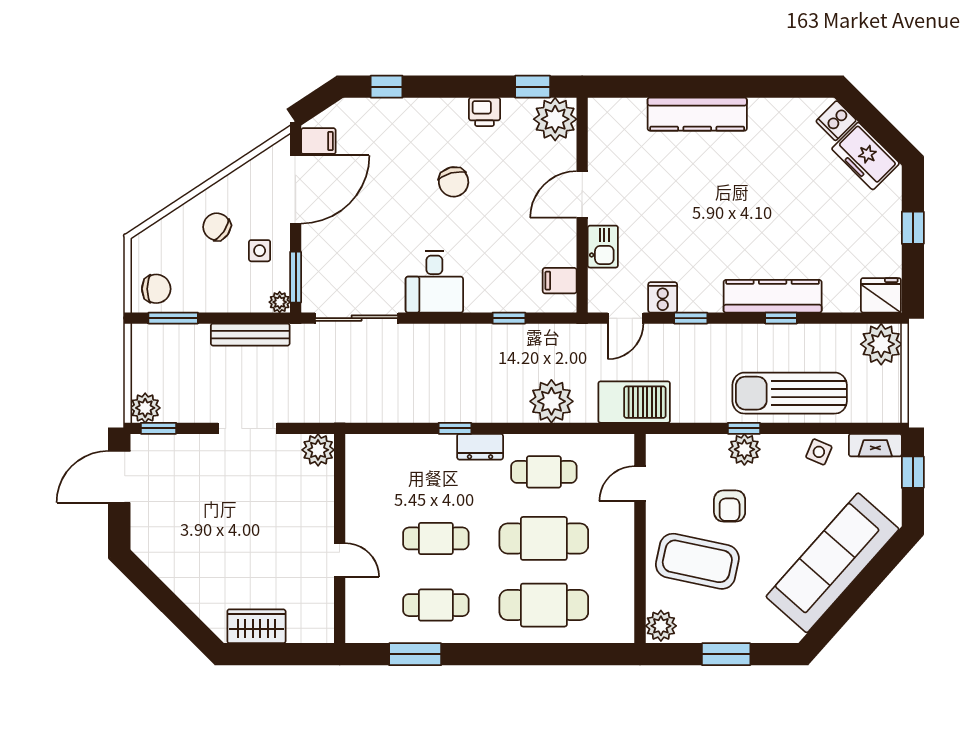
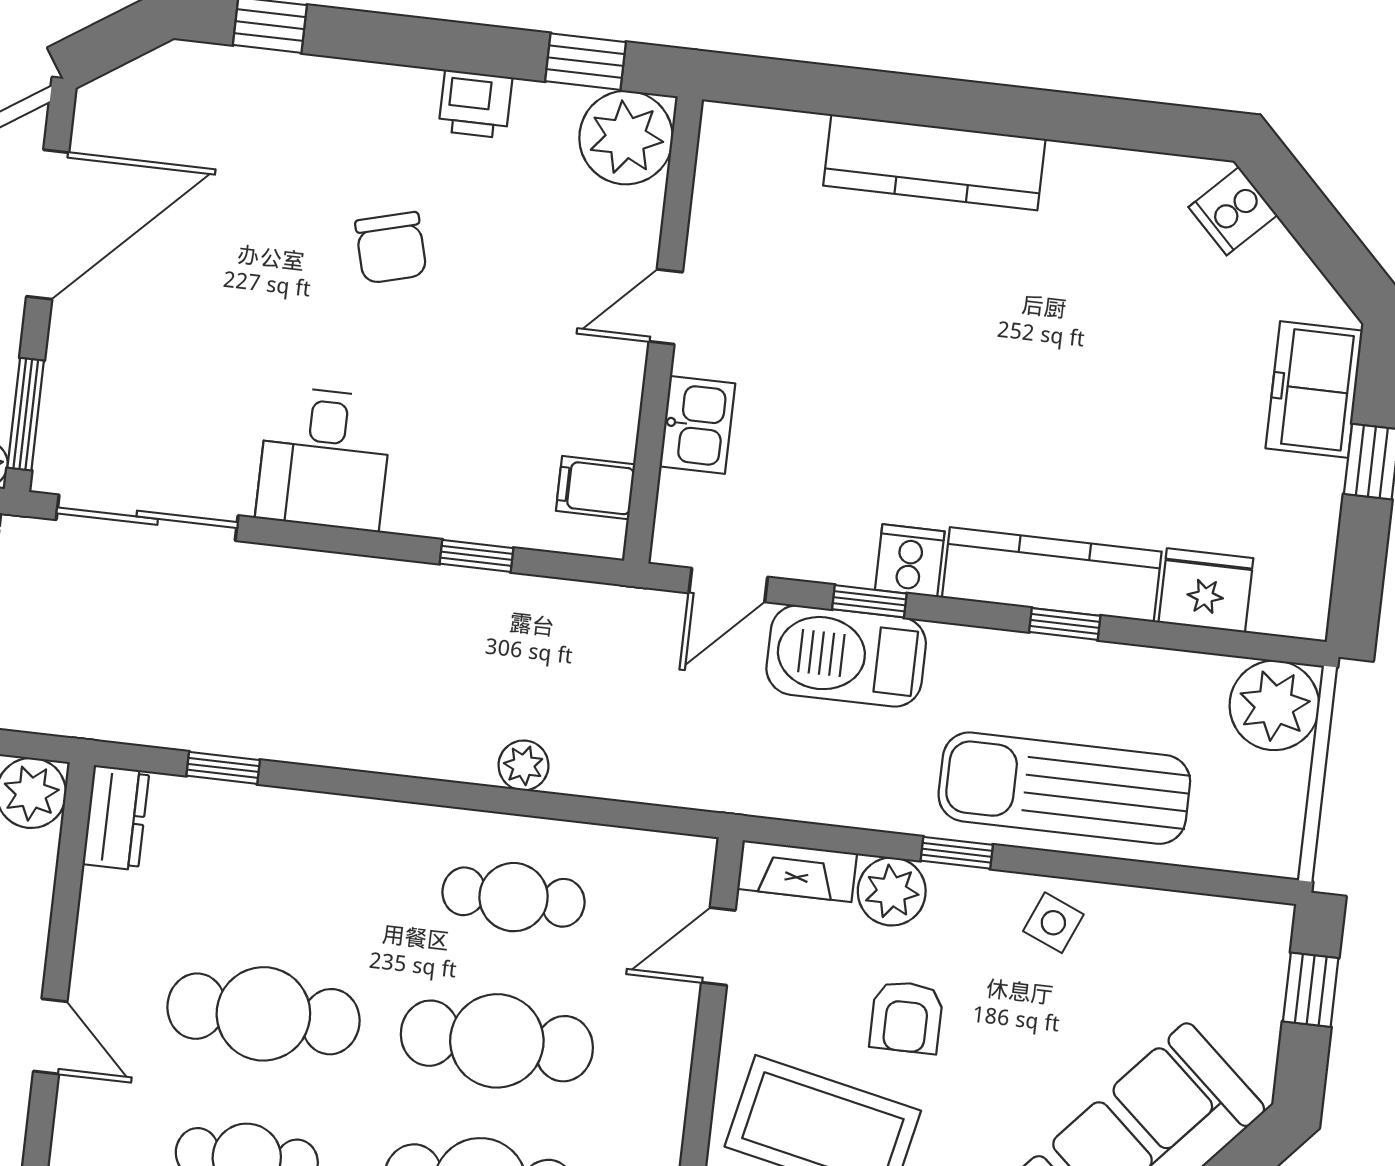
filing cabinet: (318, 141) -> (109, 126), removed
freezer: (866, 156) -> (1314, 389), moved, turned 45
door: (582, 194) -> (666, 307), width x0.73
fridge: (881, 295) -> (1206, 590), moved
cooker: (663, 297) -> (910, 561), moved
plant: (551, 401) -> (524, 765), width x0.53, depth x0.53
barbecue: (634, 402) -> (846, 656), moved, turned 180
window: (455, 428) -> (223, 768), moved
fireplace: (875, 445) -> (797, 871), moved
dresser: (480, 447) -> (116, 818), moved, turned -90
plant: (744, 449) -> (892, 892), moved
side table: (819, 452) -> (1053, 923), moved
cafe table: (436, 538) -> (263, 1014), width x1.37, depth x1.35

